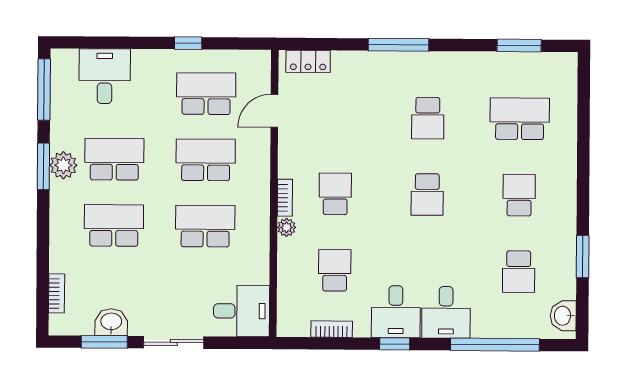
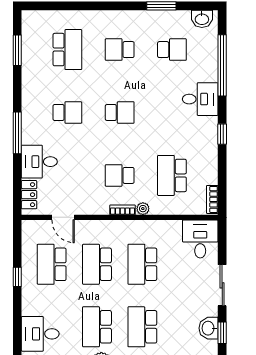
school desk: (520, 119) -> (67, 50), turned 180
school desk: (335, 270) -> (172, 175), width x1.85
desk: (396, 312) -> (39, 162), moved, turned 180
bookcase: (332, 329) -> (212, 199), moved
window: (104, 342) -> (222, 333), width x0.67

